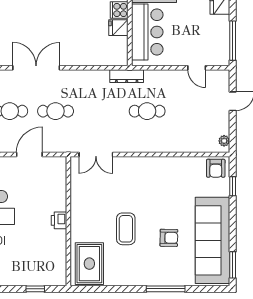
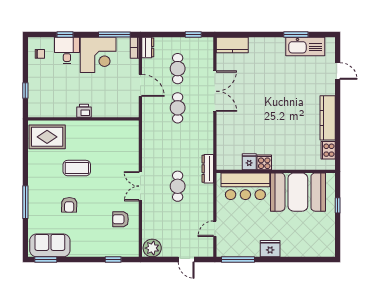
plant: (224, 141) -> (152, 248), width x1.87, depth x1.87
double door: (96, 155) -> (140, 186), moved
armchair: (216, 168) -> (120, 219), moved
sofa: (212, 240) -> (50, 245), width x0.54, depth x0.79

